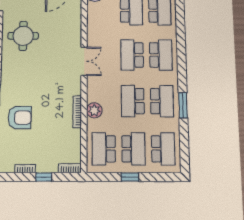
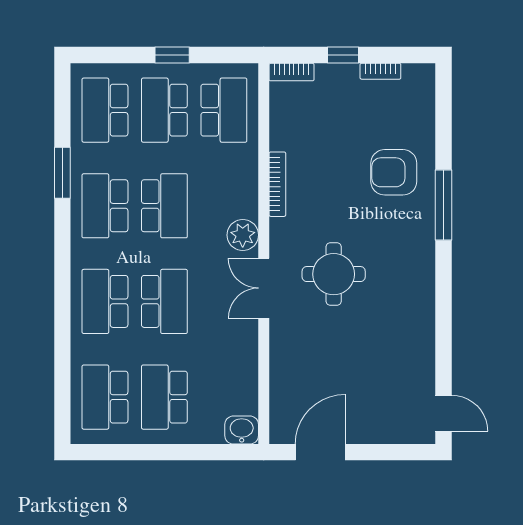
round table: (23, 36) -> (334, 274), moved
window: (183, 105) -> (62, 173), moved
plant: (94, 110) -> (243, 235), moved

